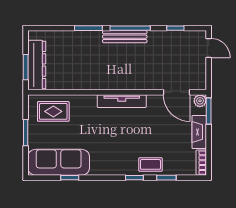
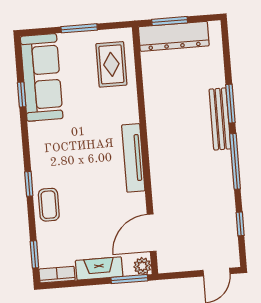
bench: (125, 37) -> (220, 119), moved
window: (166, 178) -> (34, 254), moved

